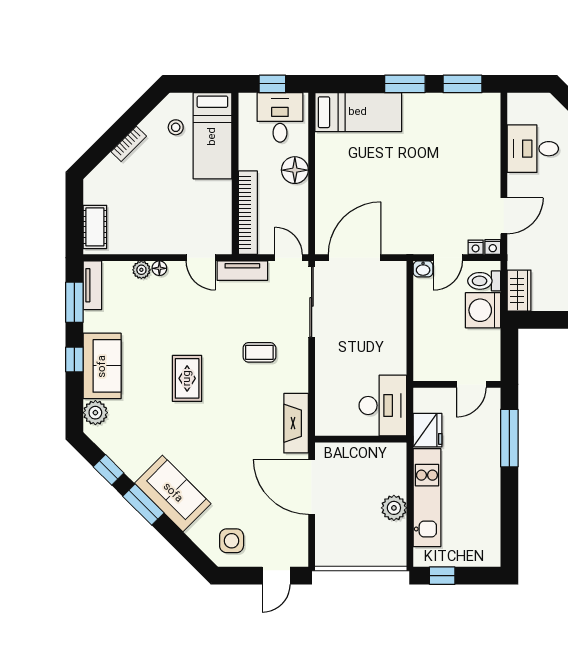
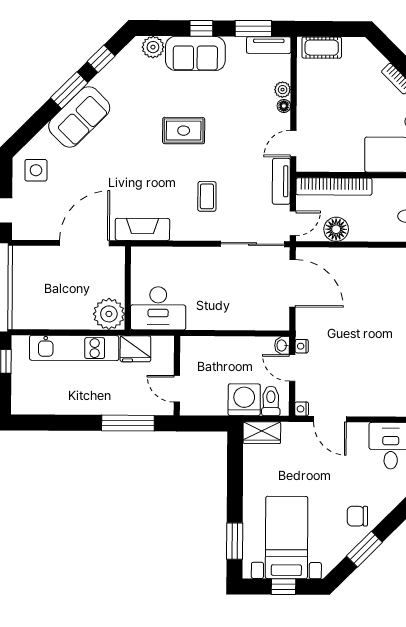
floor lamp: (295, 170) -> (336, 229), moved
nightstand: (476, 247) -> (302, 346), moved
plant: (394, 508) -> (109, 314), moved, width x1.36, depth x1.36

